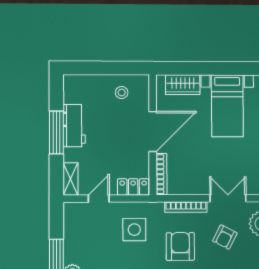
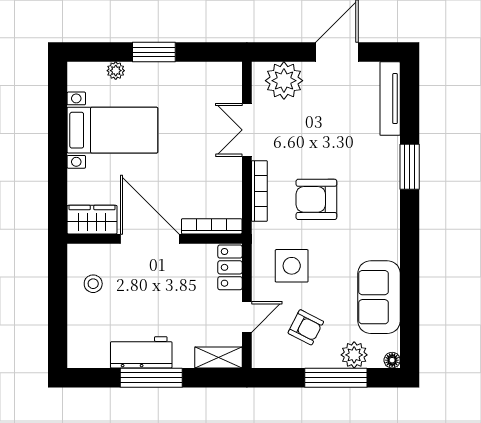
wardrobe: (183, 85) -> (92, 220), moved, turned -90
door: (99, 199) -> (247, 317), swing flipped
armchair: (225, 237) -> (306, 327), moved

